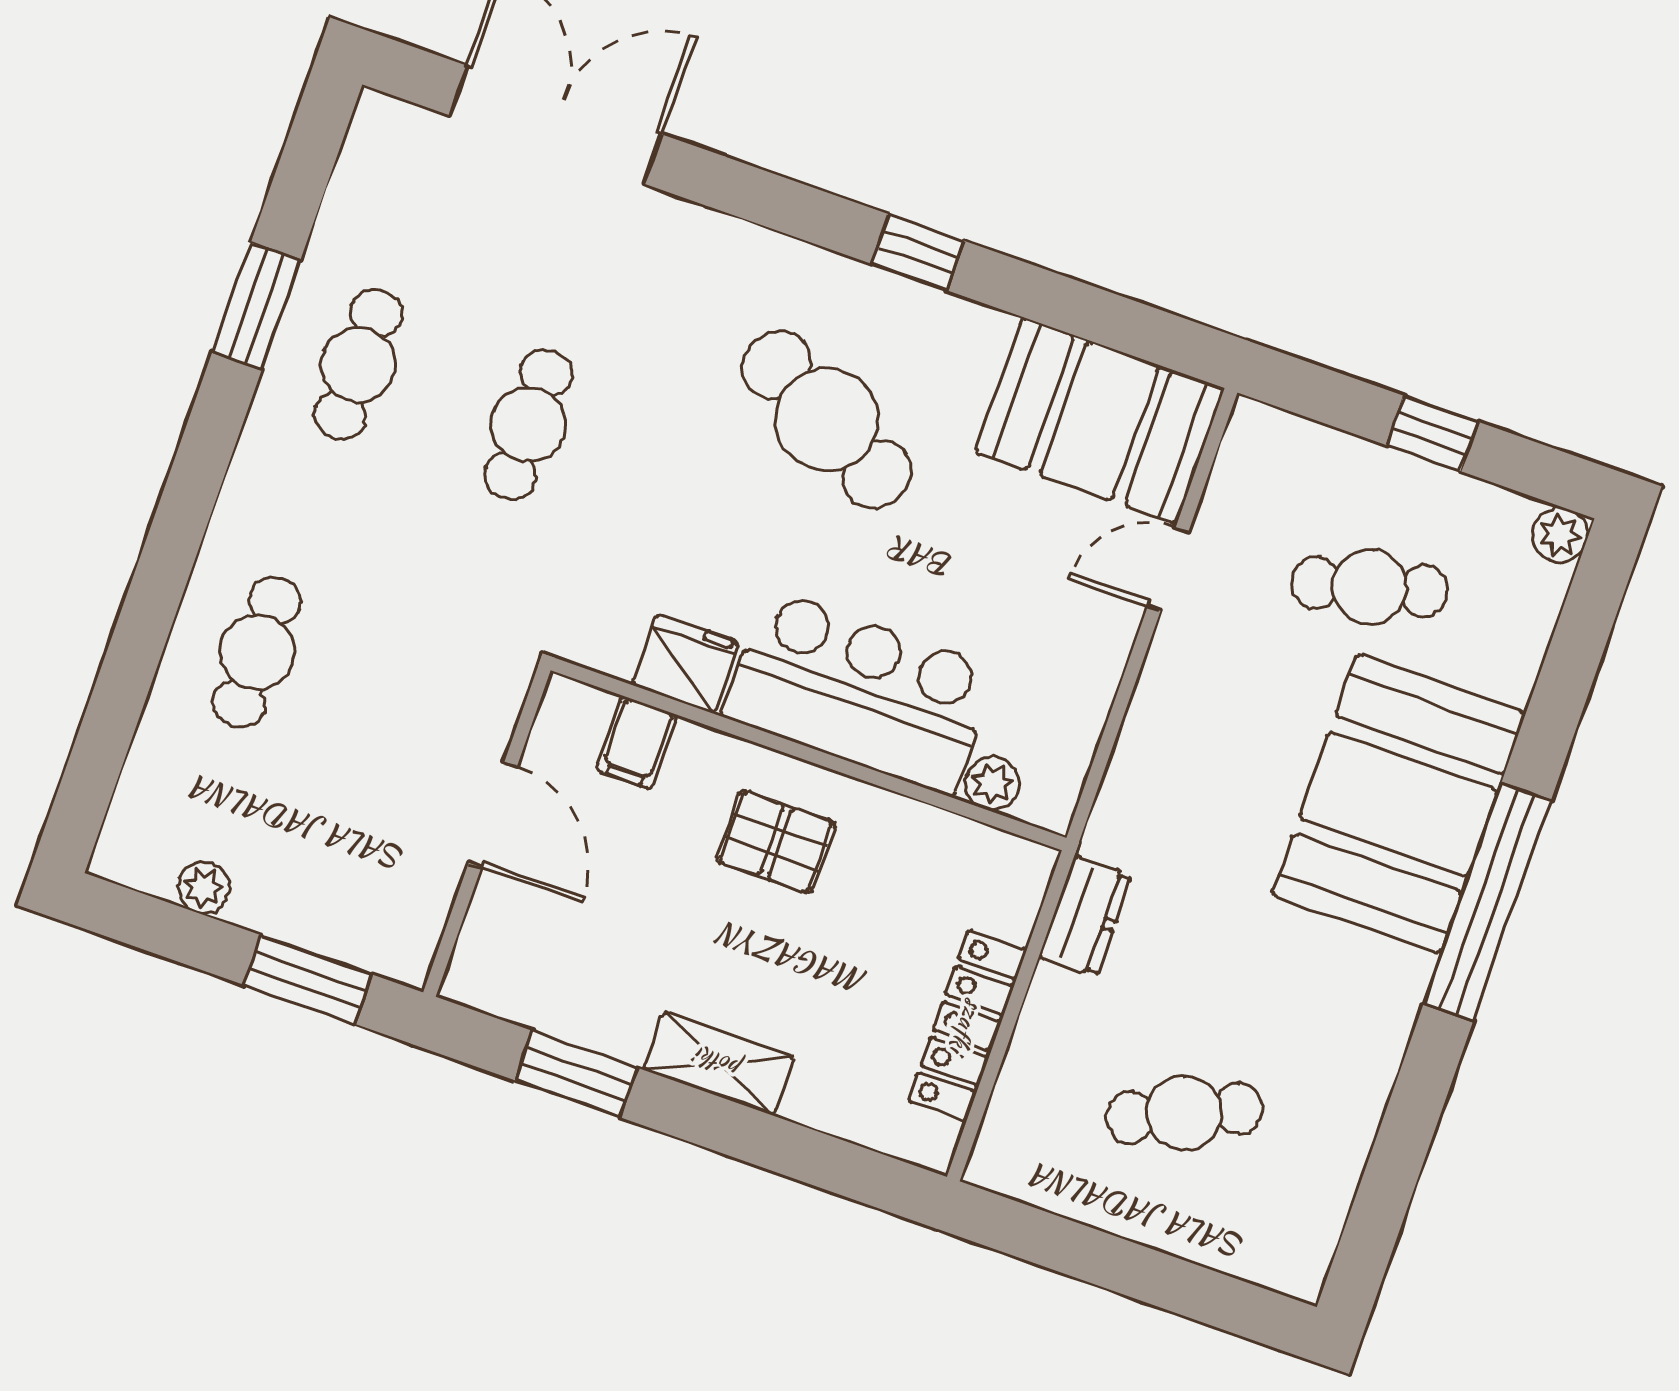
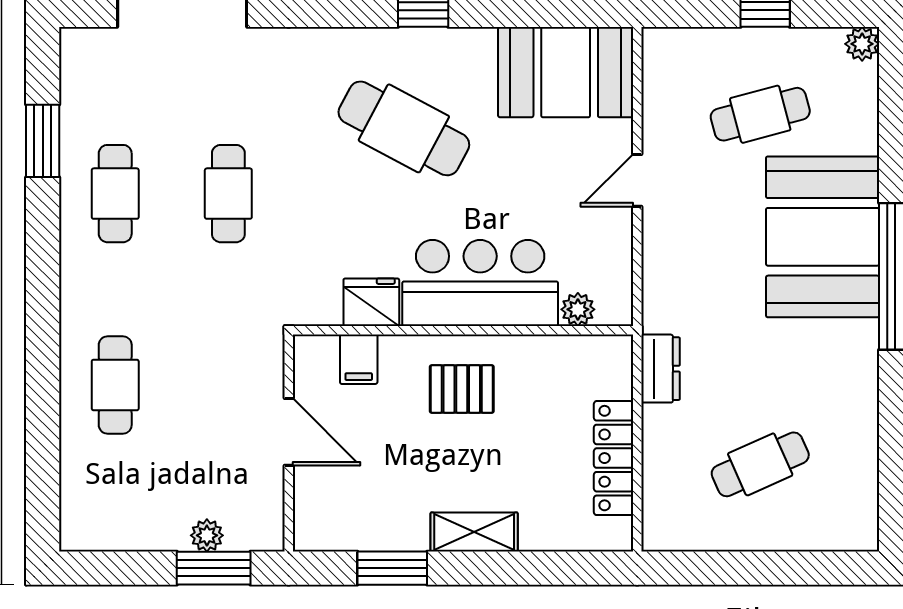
window: (256, 306) -> (43, 141), moved
door: (1168, 569) -> (637, 180), moved
plant: (203, 888) -> (207, 535), moved

